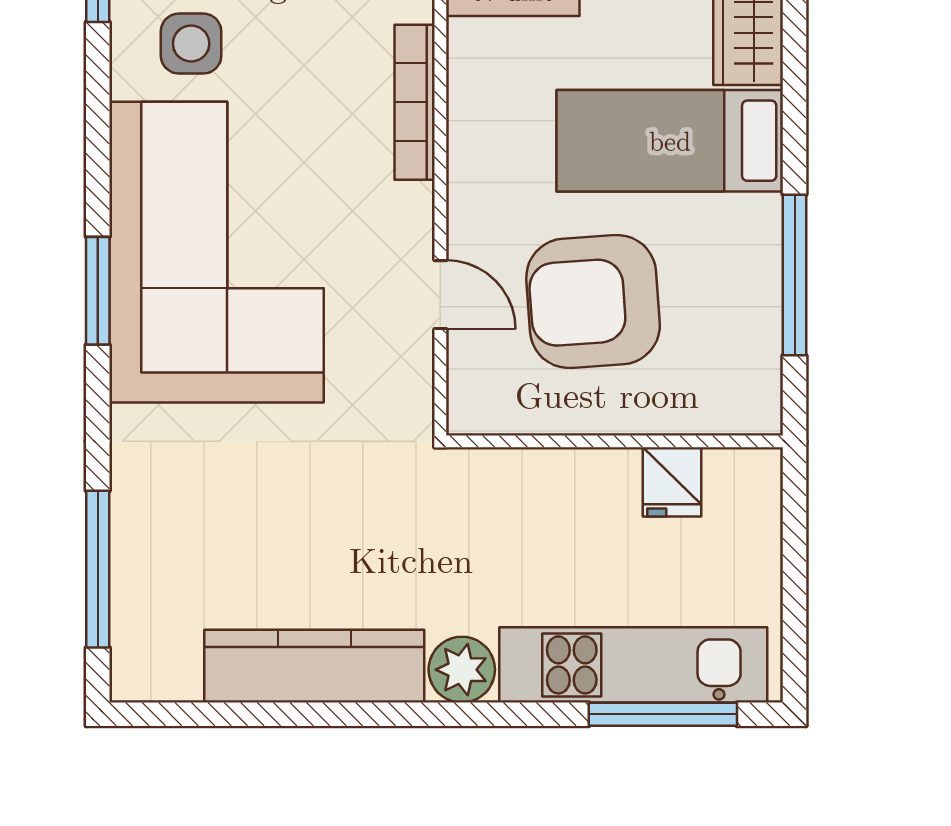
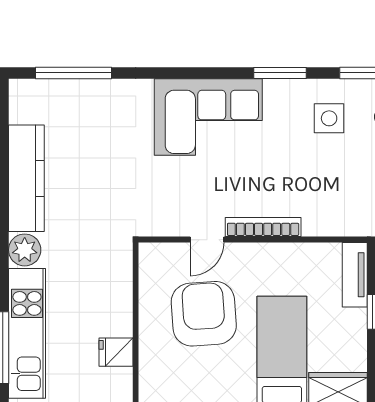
bookcase: (415, 102) -> (263, 227), moved
corner sofa: (216, 252) -> (208, 117), width x0.73, depth x0.74
window: (98, 291) -> (280, 73), moved

